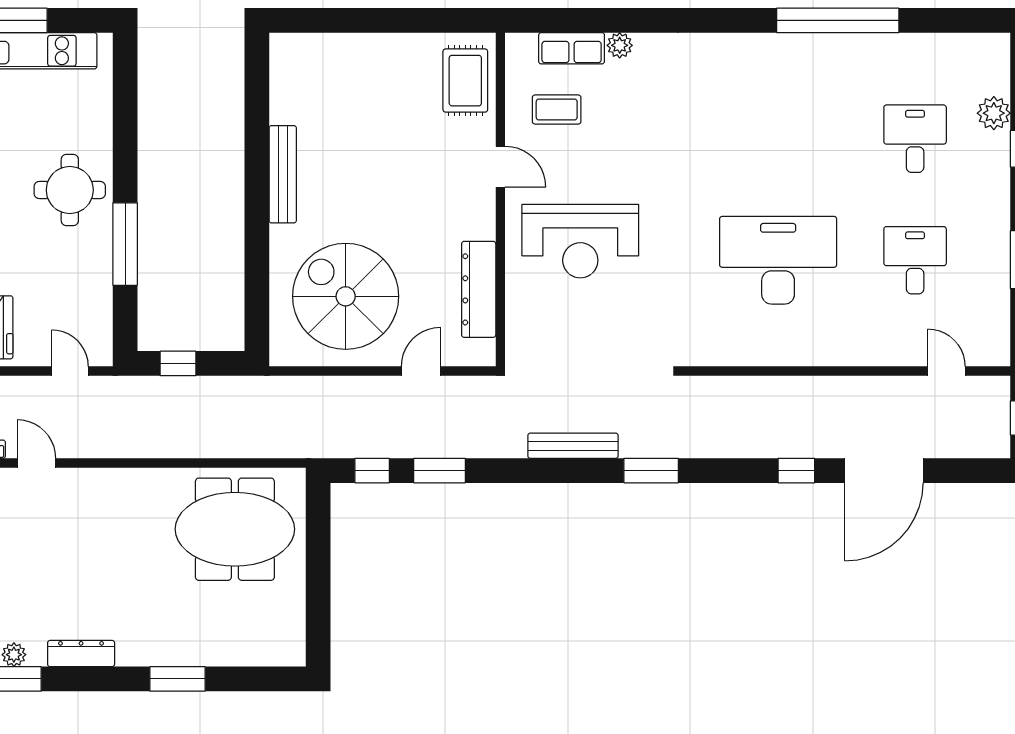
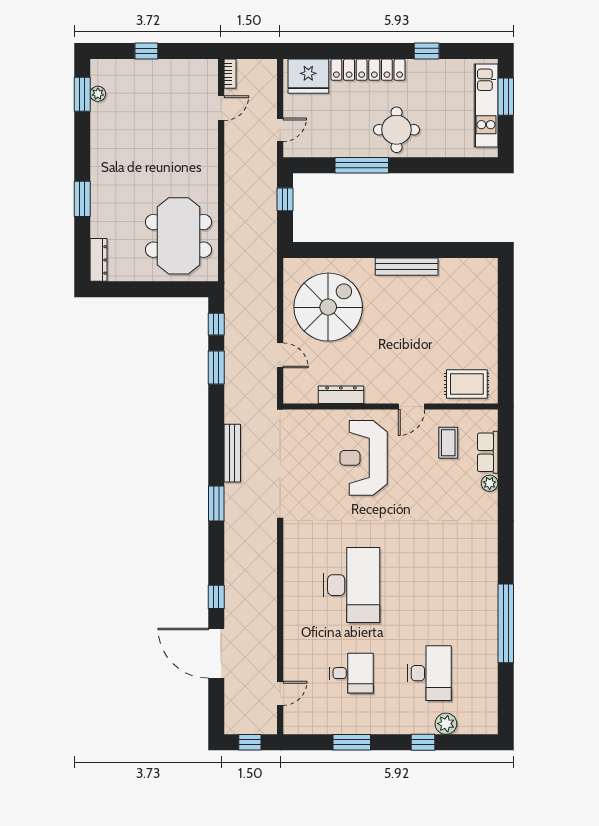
desk: (915, 139) -> (430, 673), width x1.37
dresser: (479, 289) -> (341, 395), width x0.73, depth x0.80
dresser: (81, 654) -> (99, 260), moved

